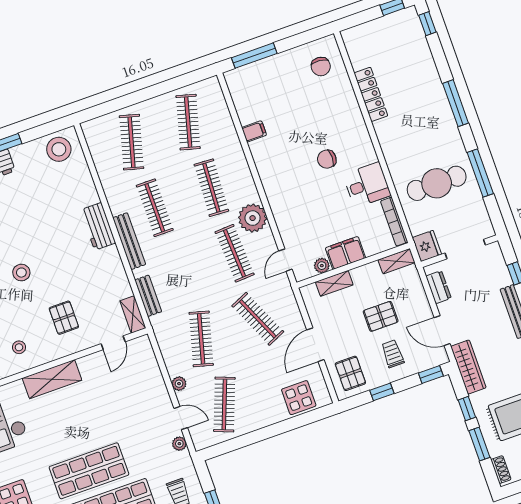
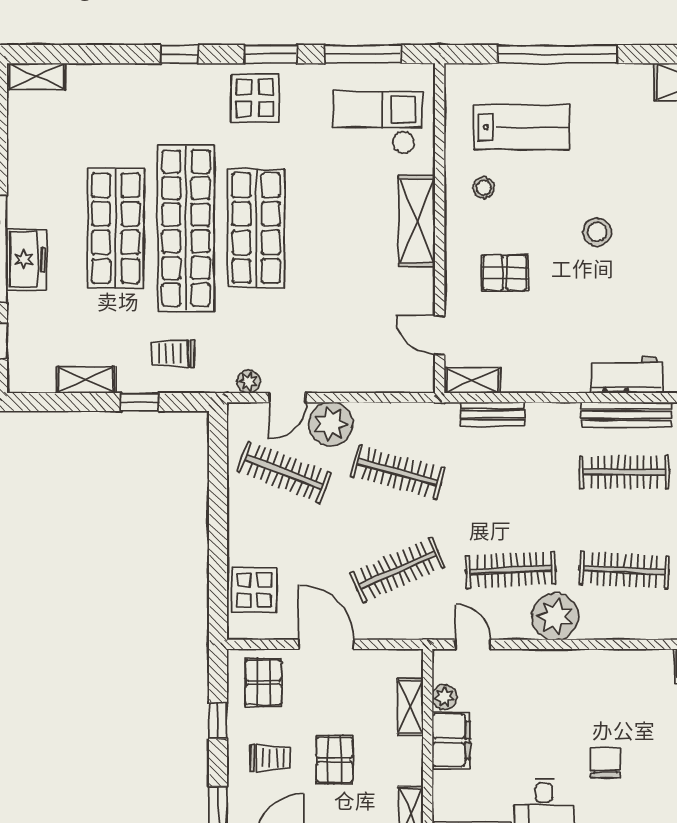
bench: (129, 241) -> (626, 415), moved
pallet: (350, 373) -> (263, 682), turned 90
plant: (179, 384) -> (331, 424), width x1.88, depth x1.88

